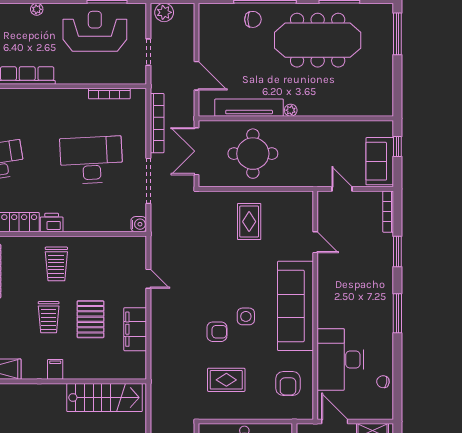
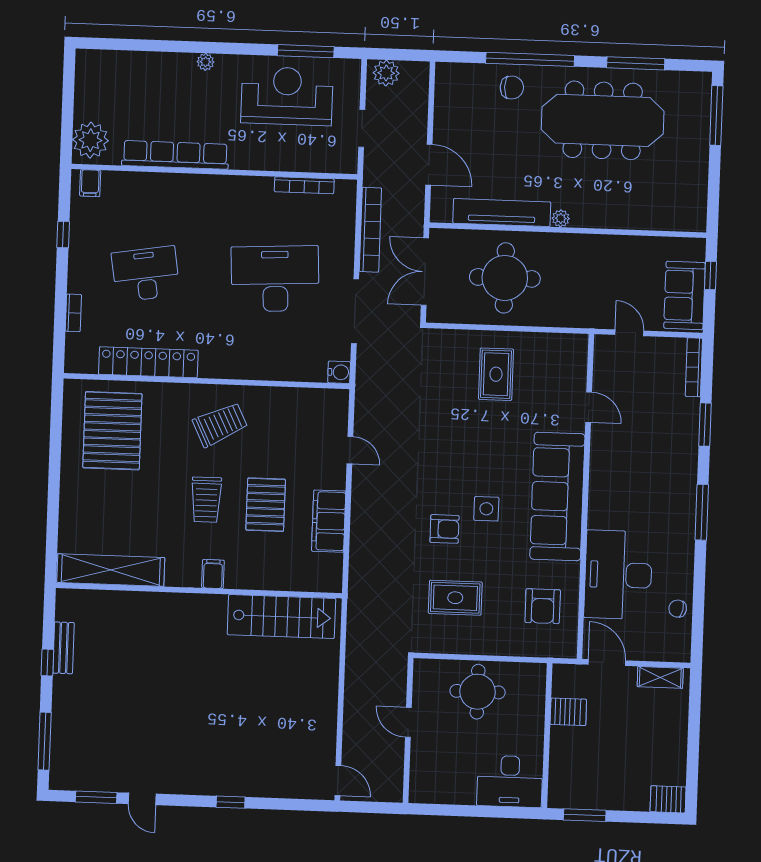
printer: (52, 223) -> (216, 365), removed
trolley: (56, 264) -> (220, 424), turned -116

